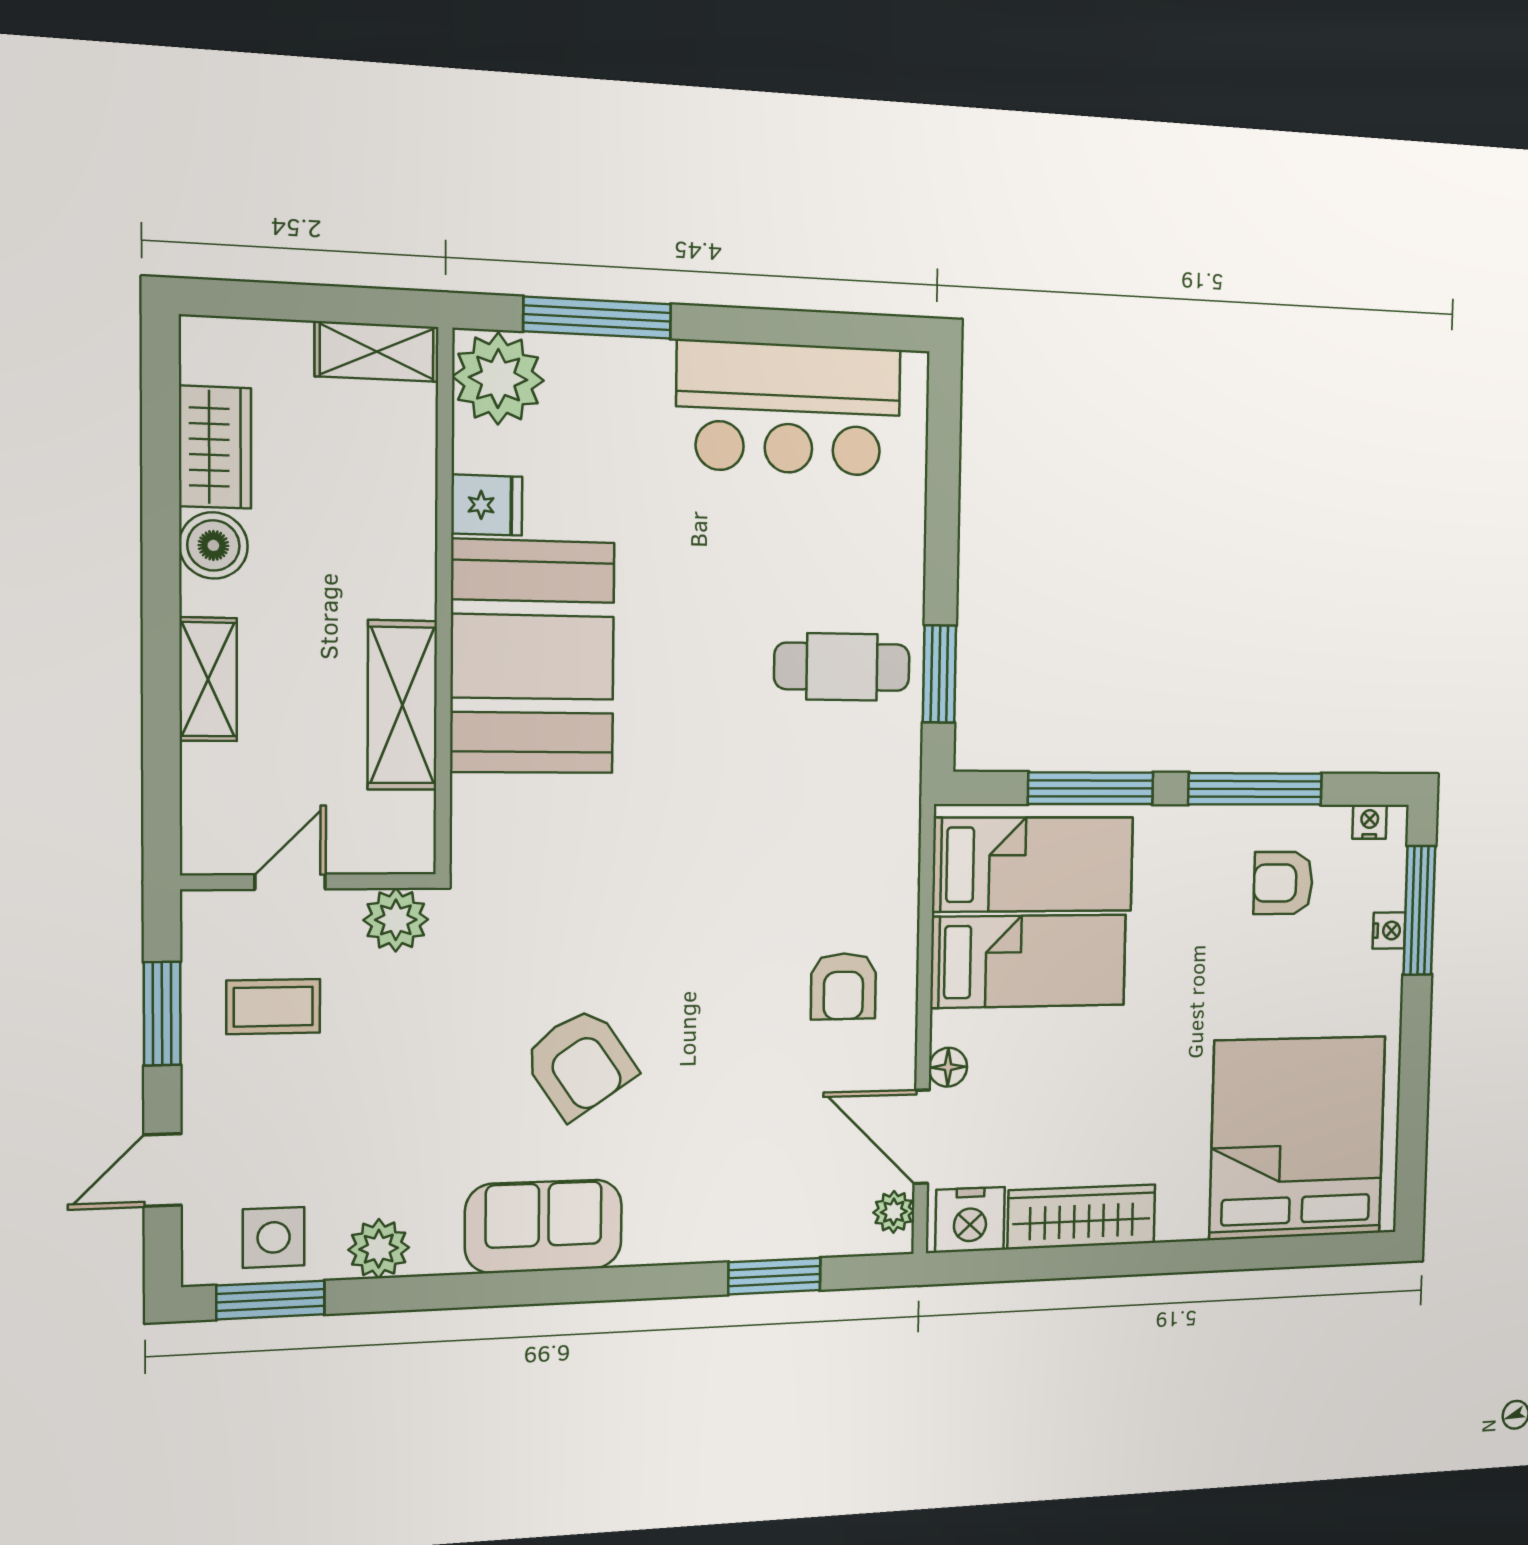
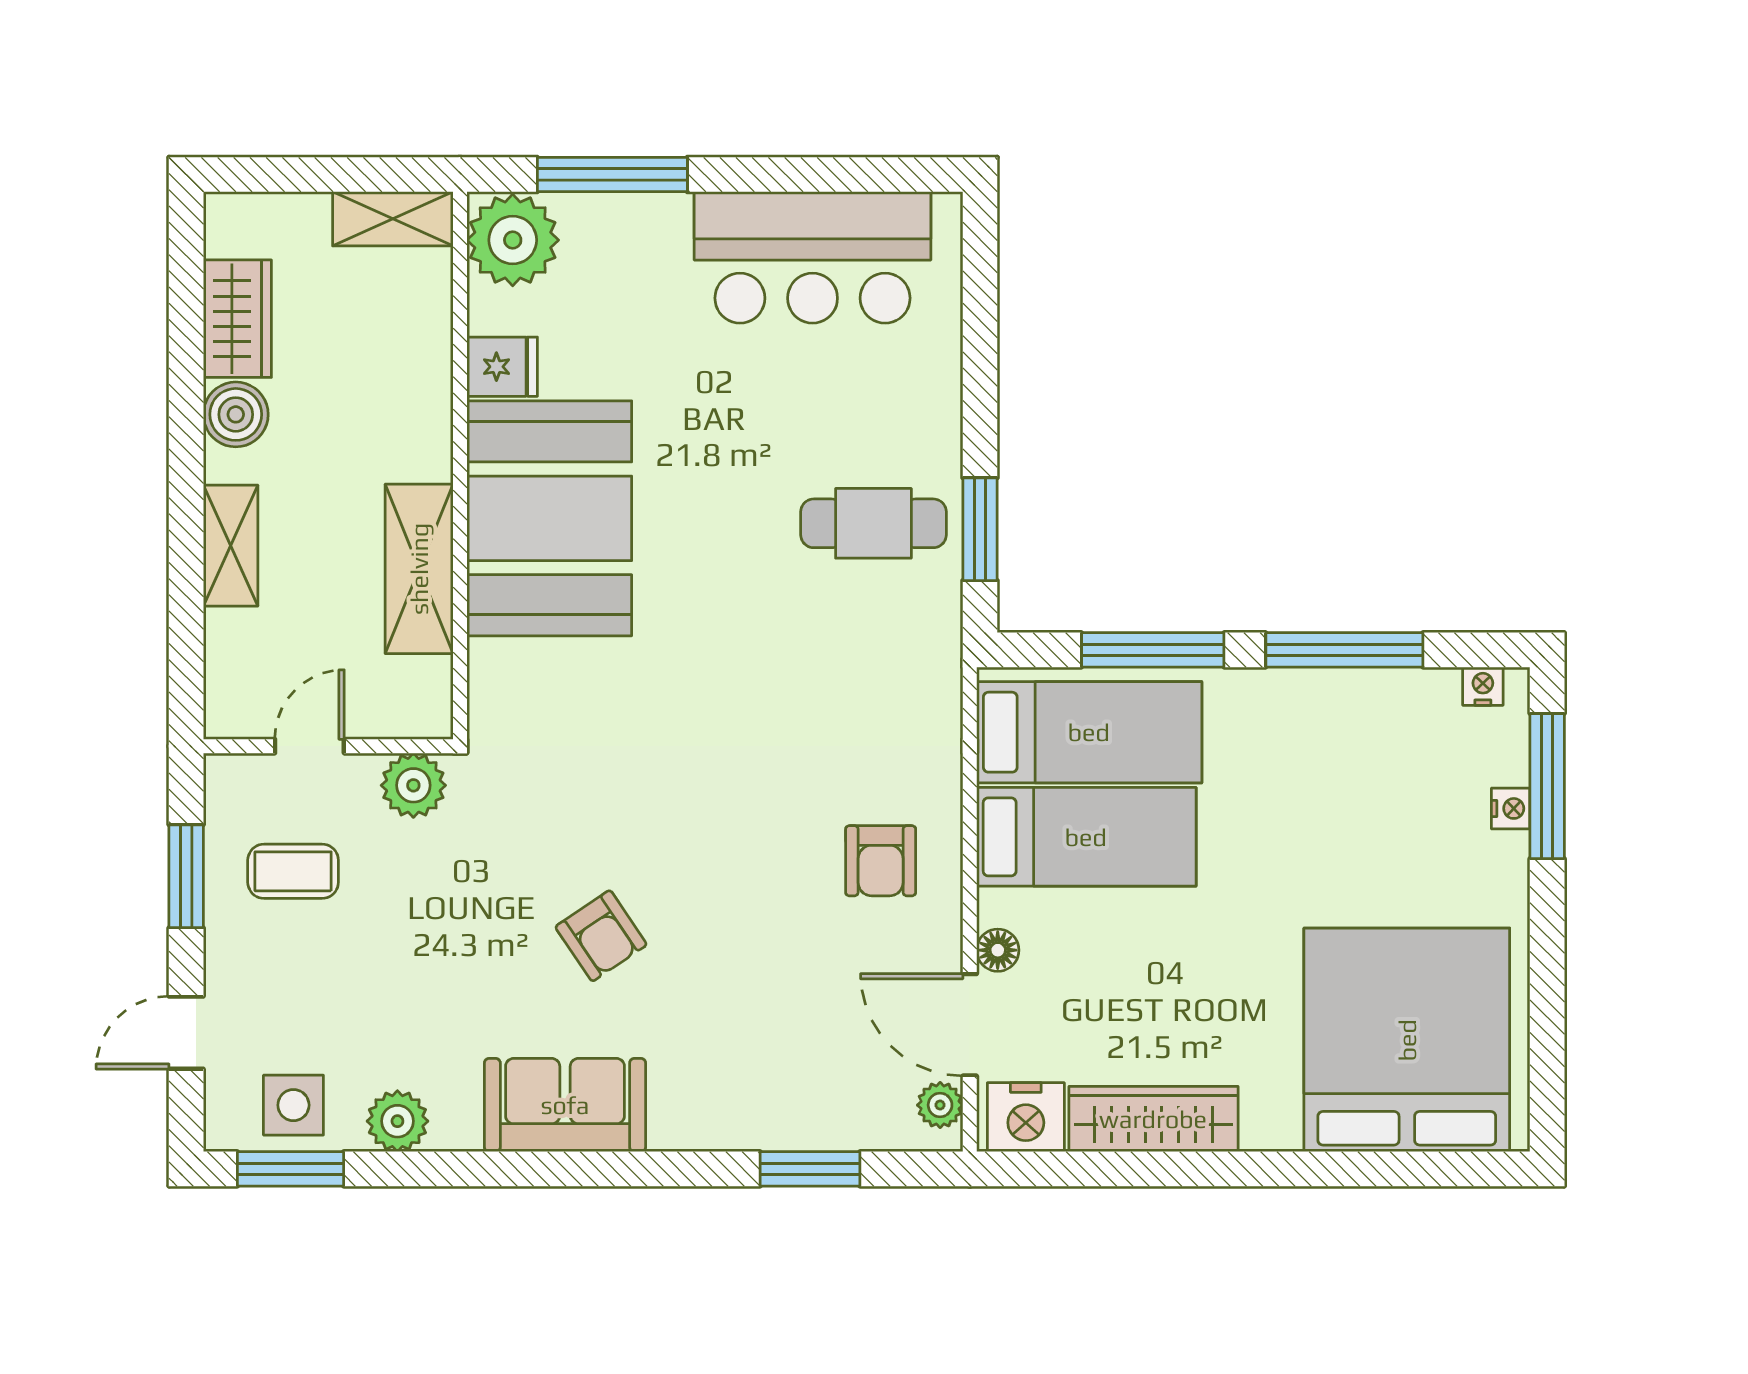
armchair: (1283, 883) -> (1381, 754), removed
armchair: (580, 1063) -> (601, 936), width x0.72, depth x0.72

